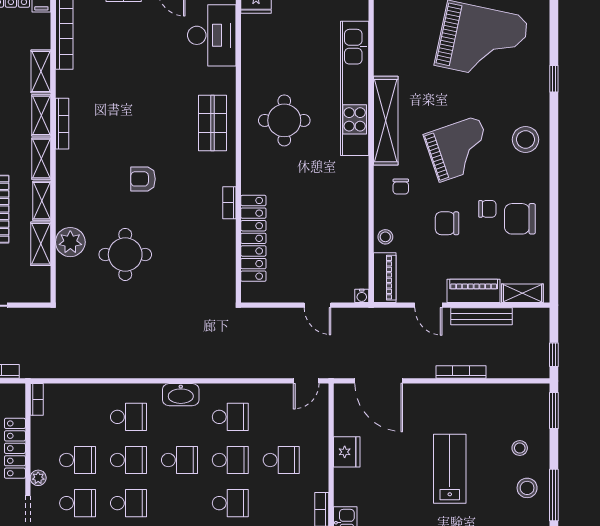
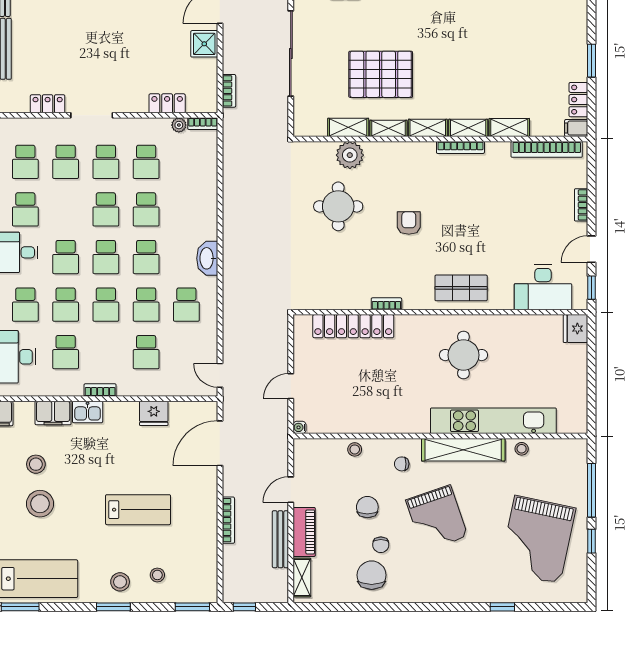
stool: (526, 139) -> (522, 449), moved, width x0.53, depth x0.53
piano: (385, 278) -> (317, 449), removed
school desk: (129, 417) -> (106, 257), moved
locker: (15, 448) -> (167, 103), width x0.66
plant: (38, 478) -> (179, 125), moved
window: (554, 495) -> (113, 607), width x0.69

